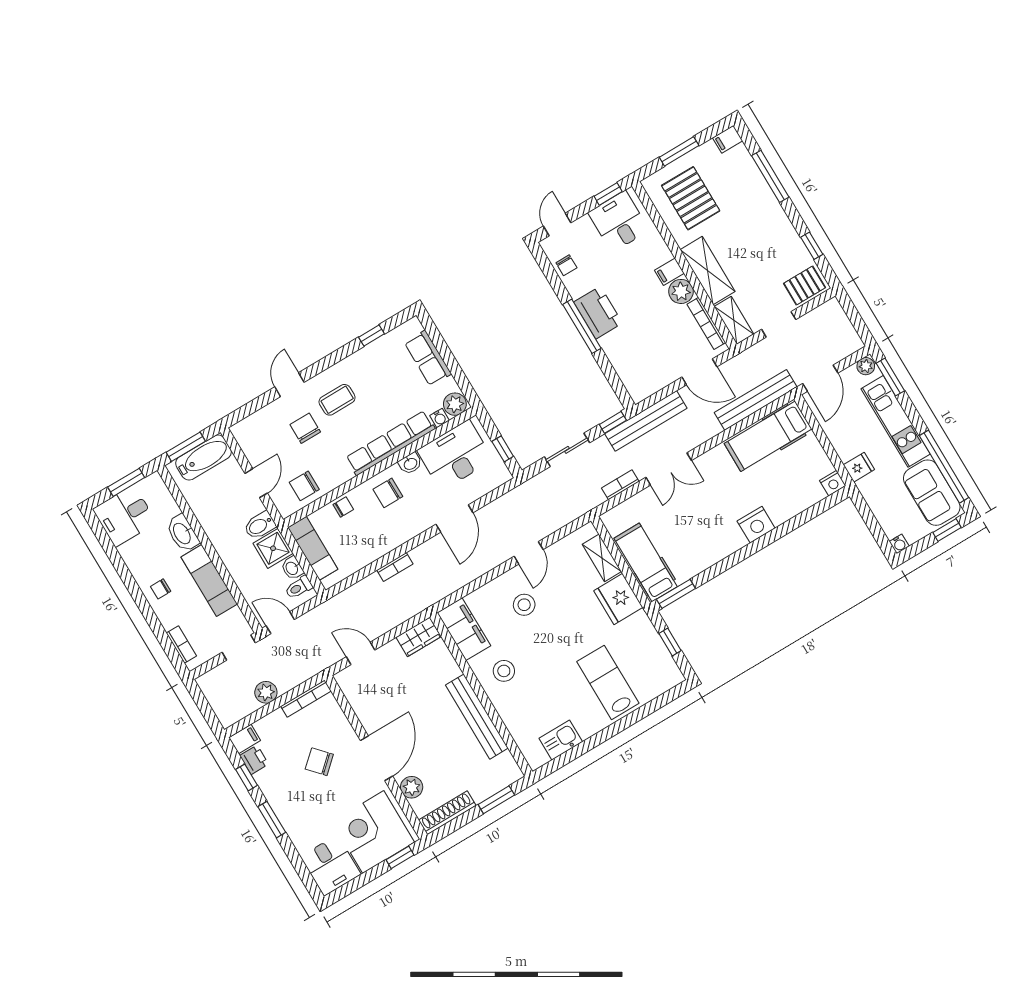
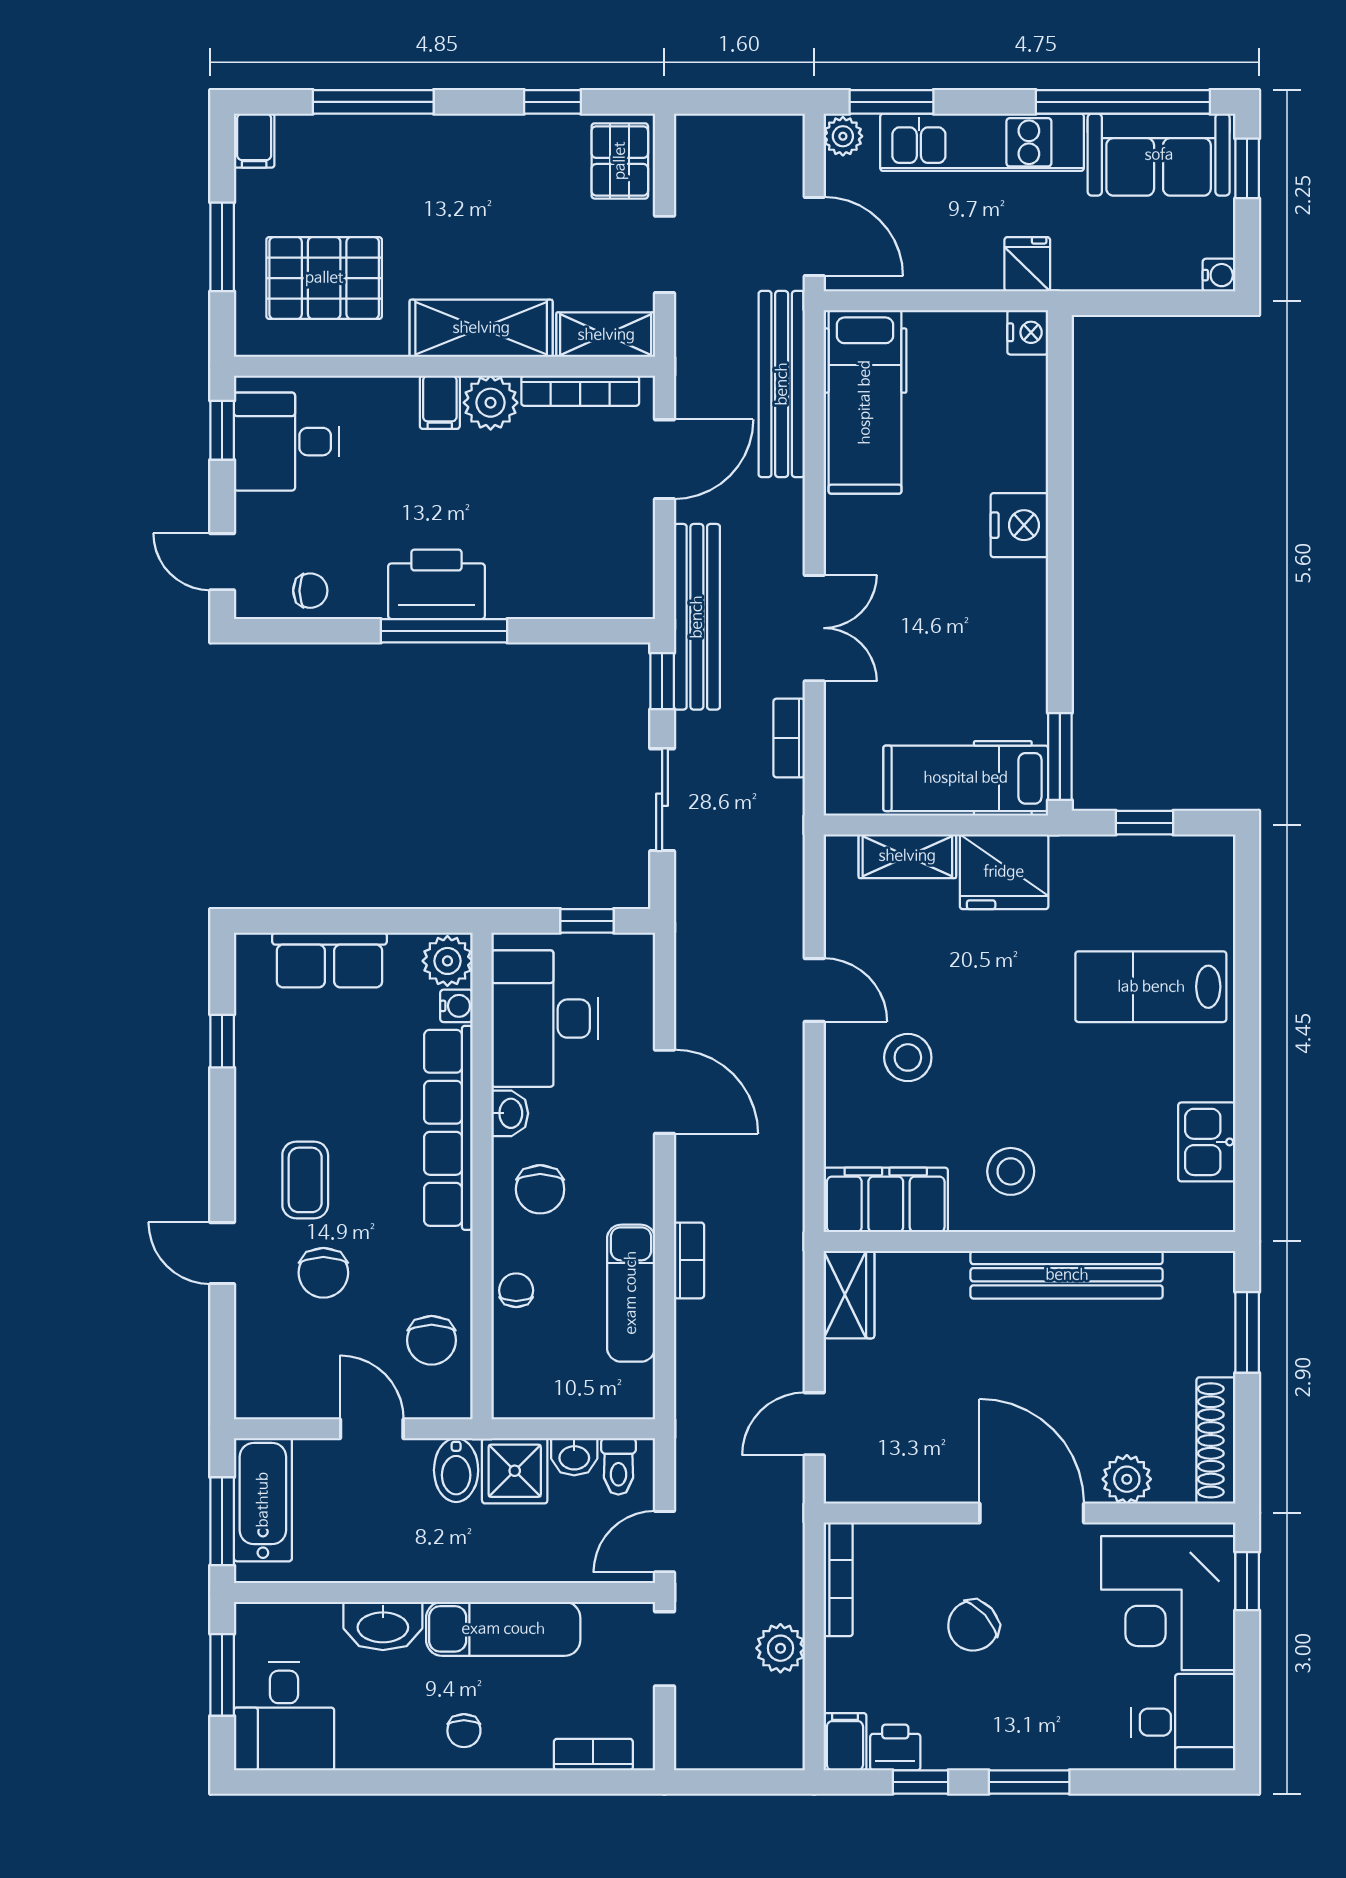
chair: (305, 428) -> (323, 1273), turned -90
exam couch: (313, 548) -> (631, 1293), moved, turned -90

